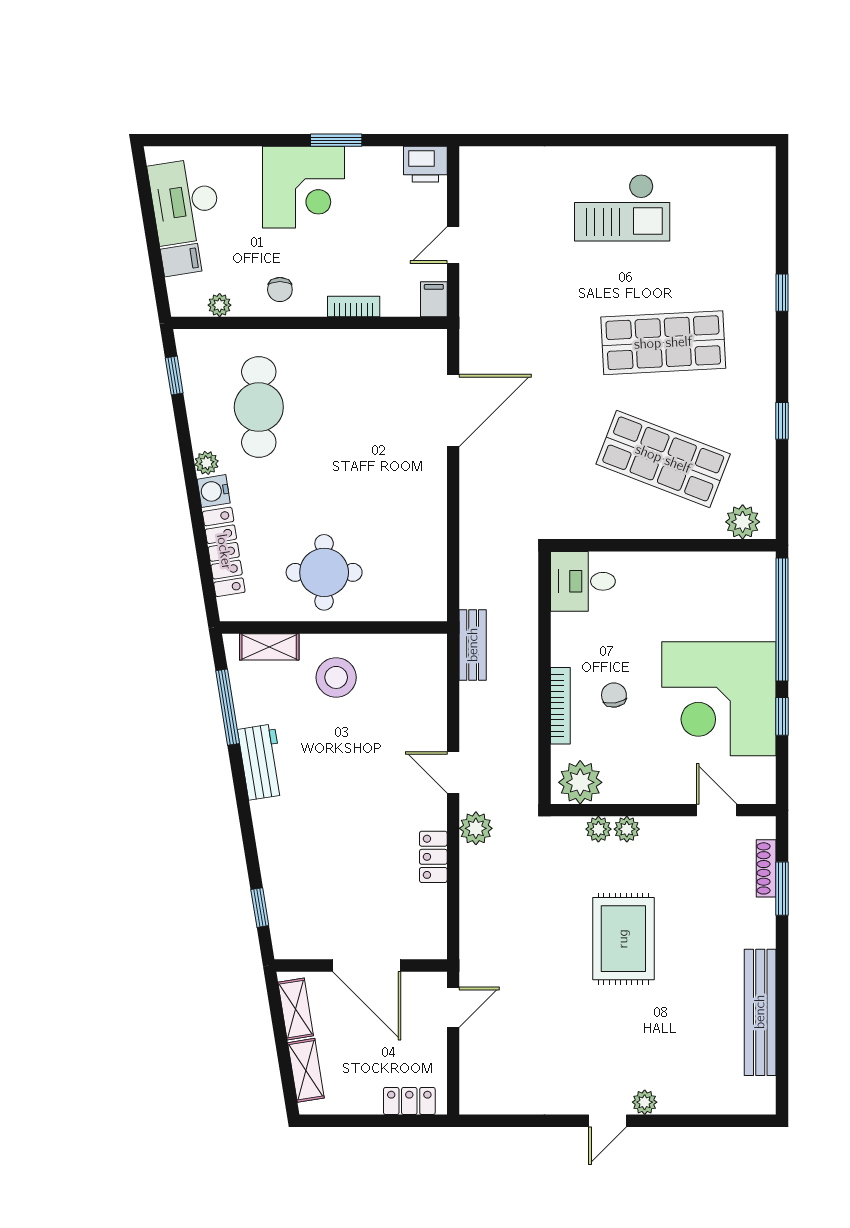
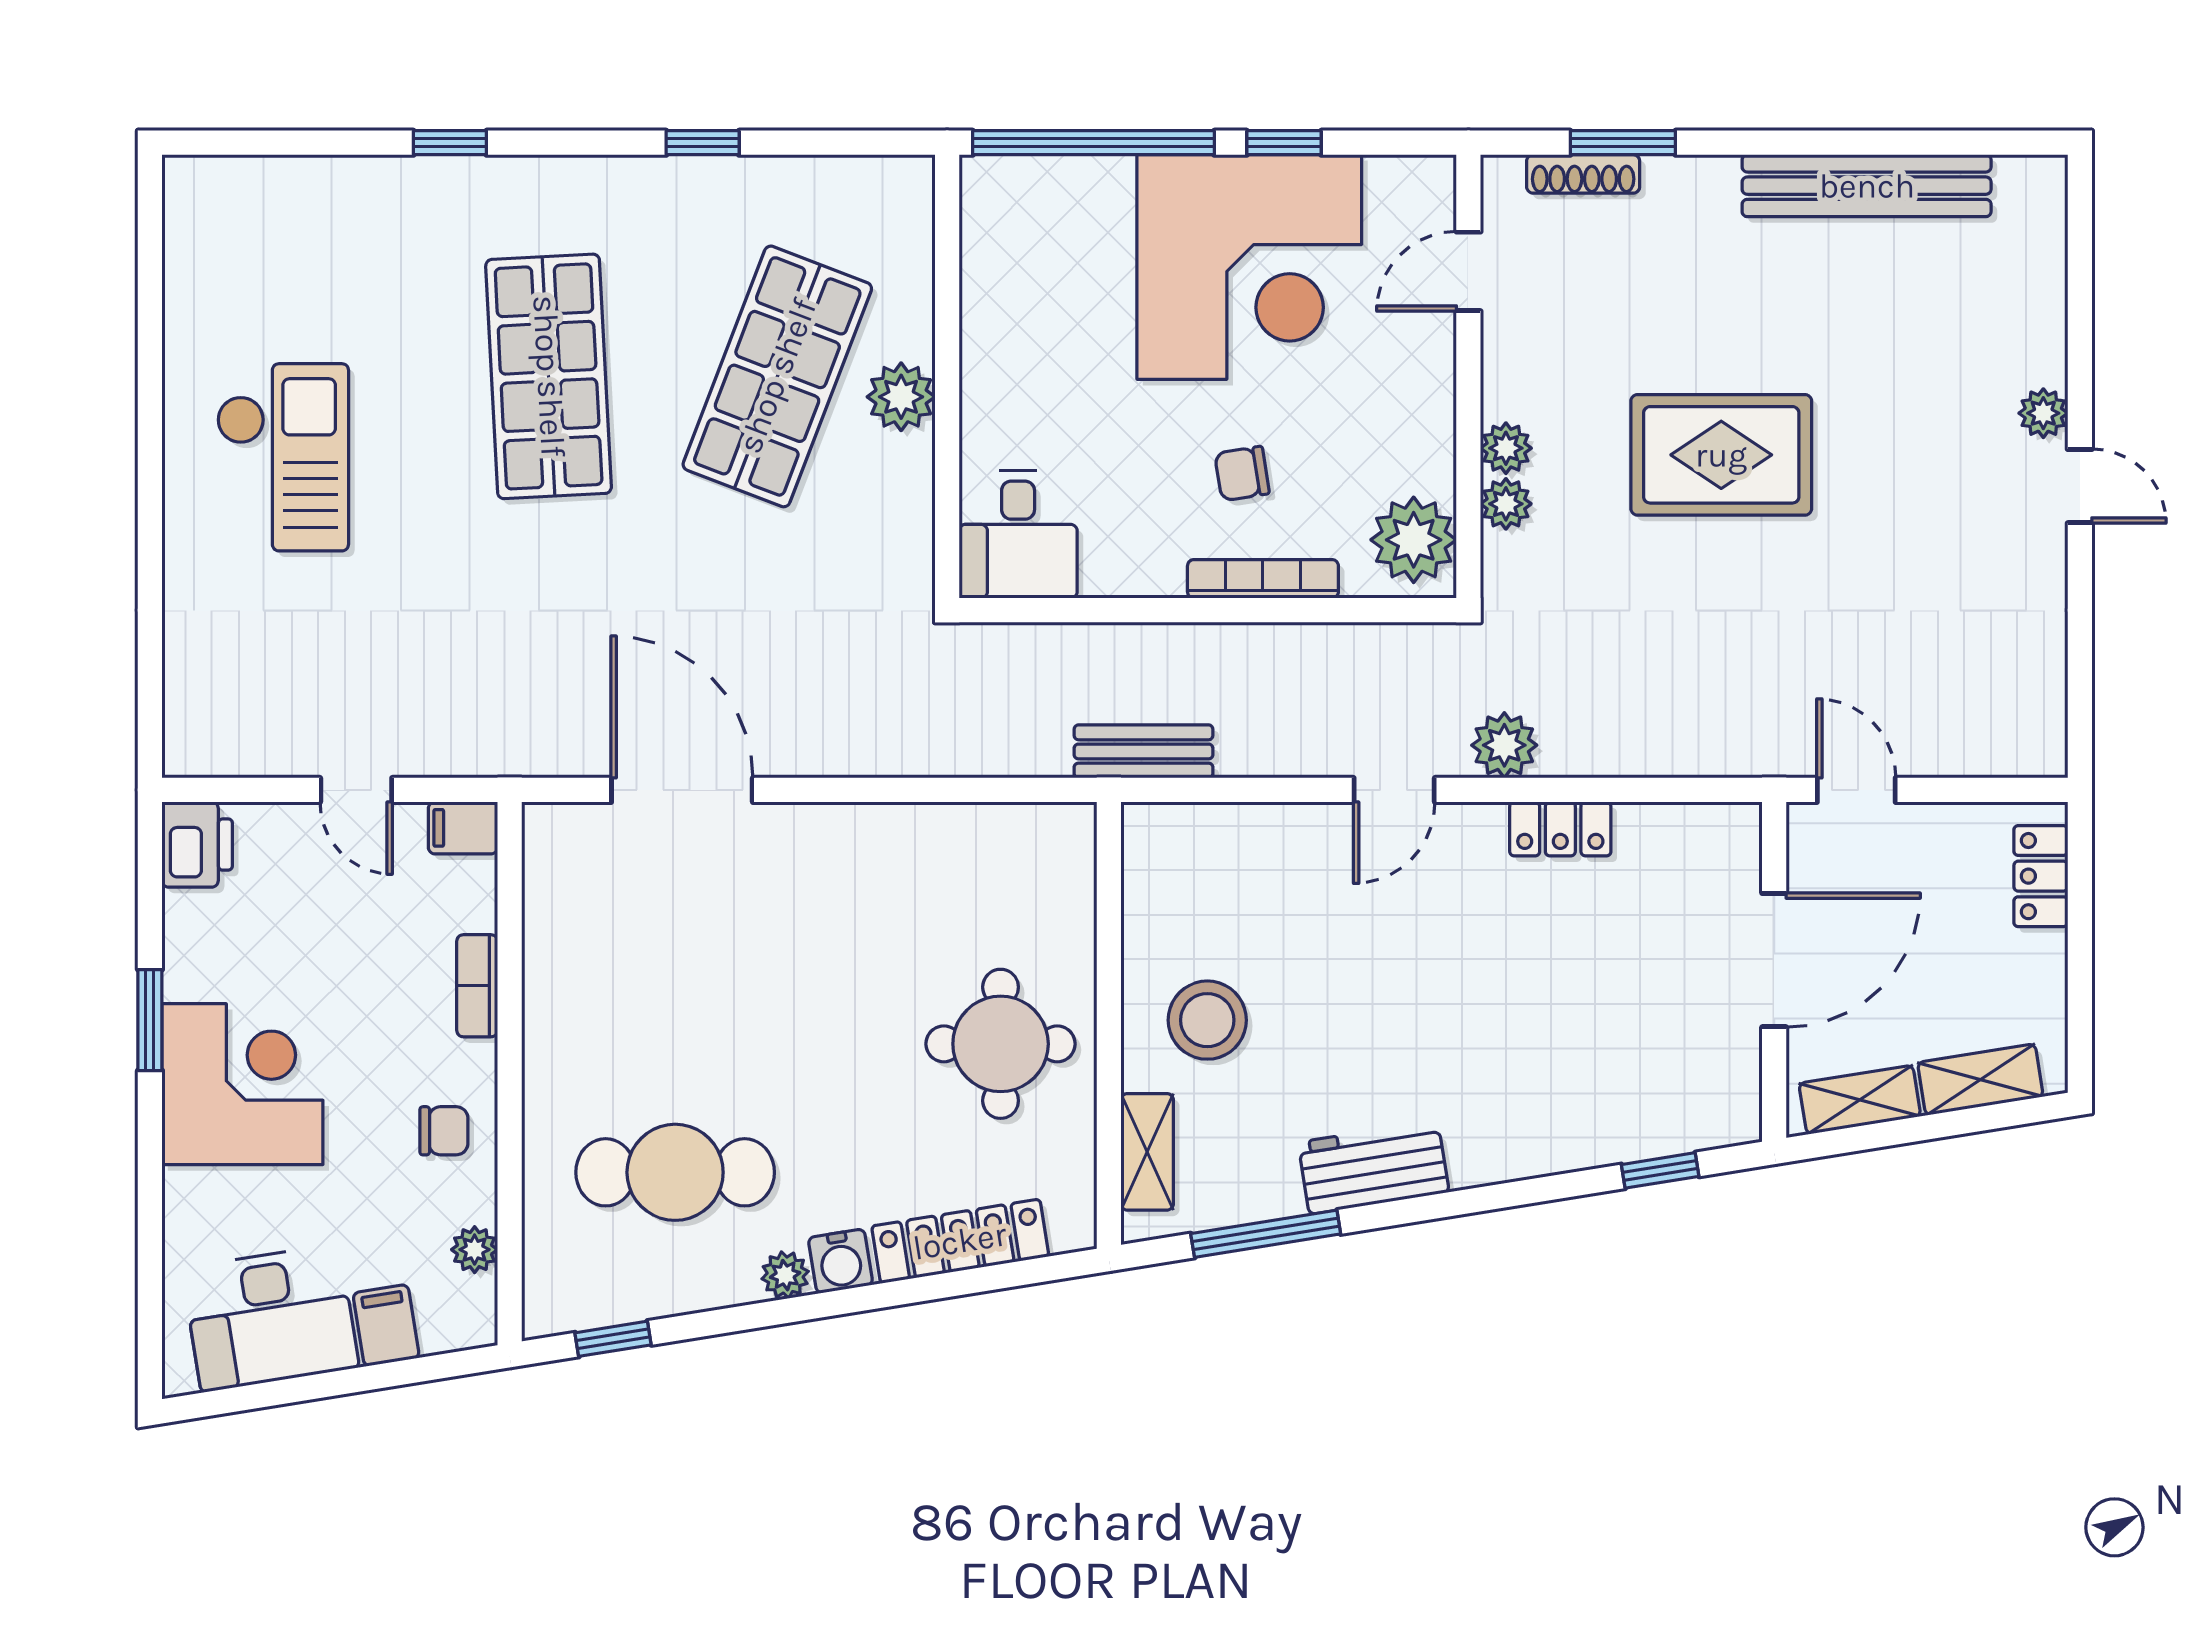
plant: (743, 522) -> (901, 397), moved

